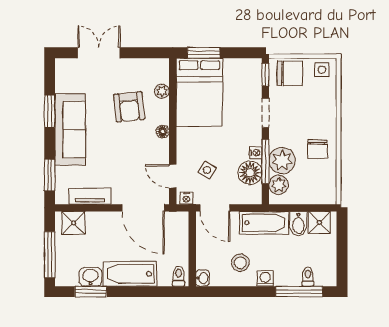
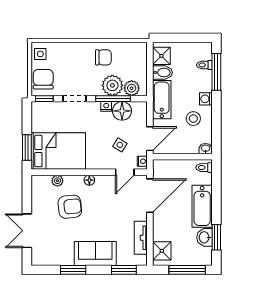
sofa: (70, 130) -> (95, 253), width x0.73

